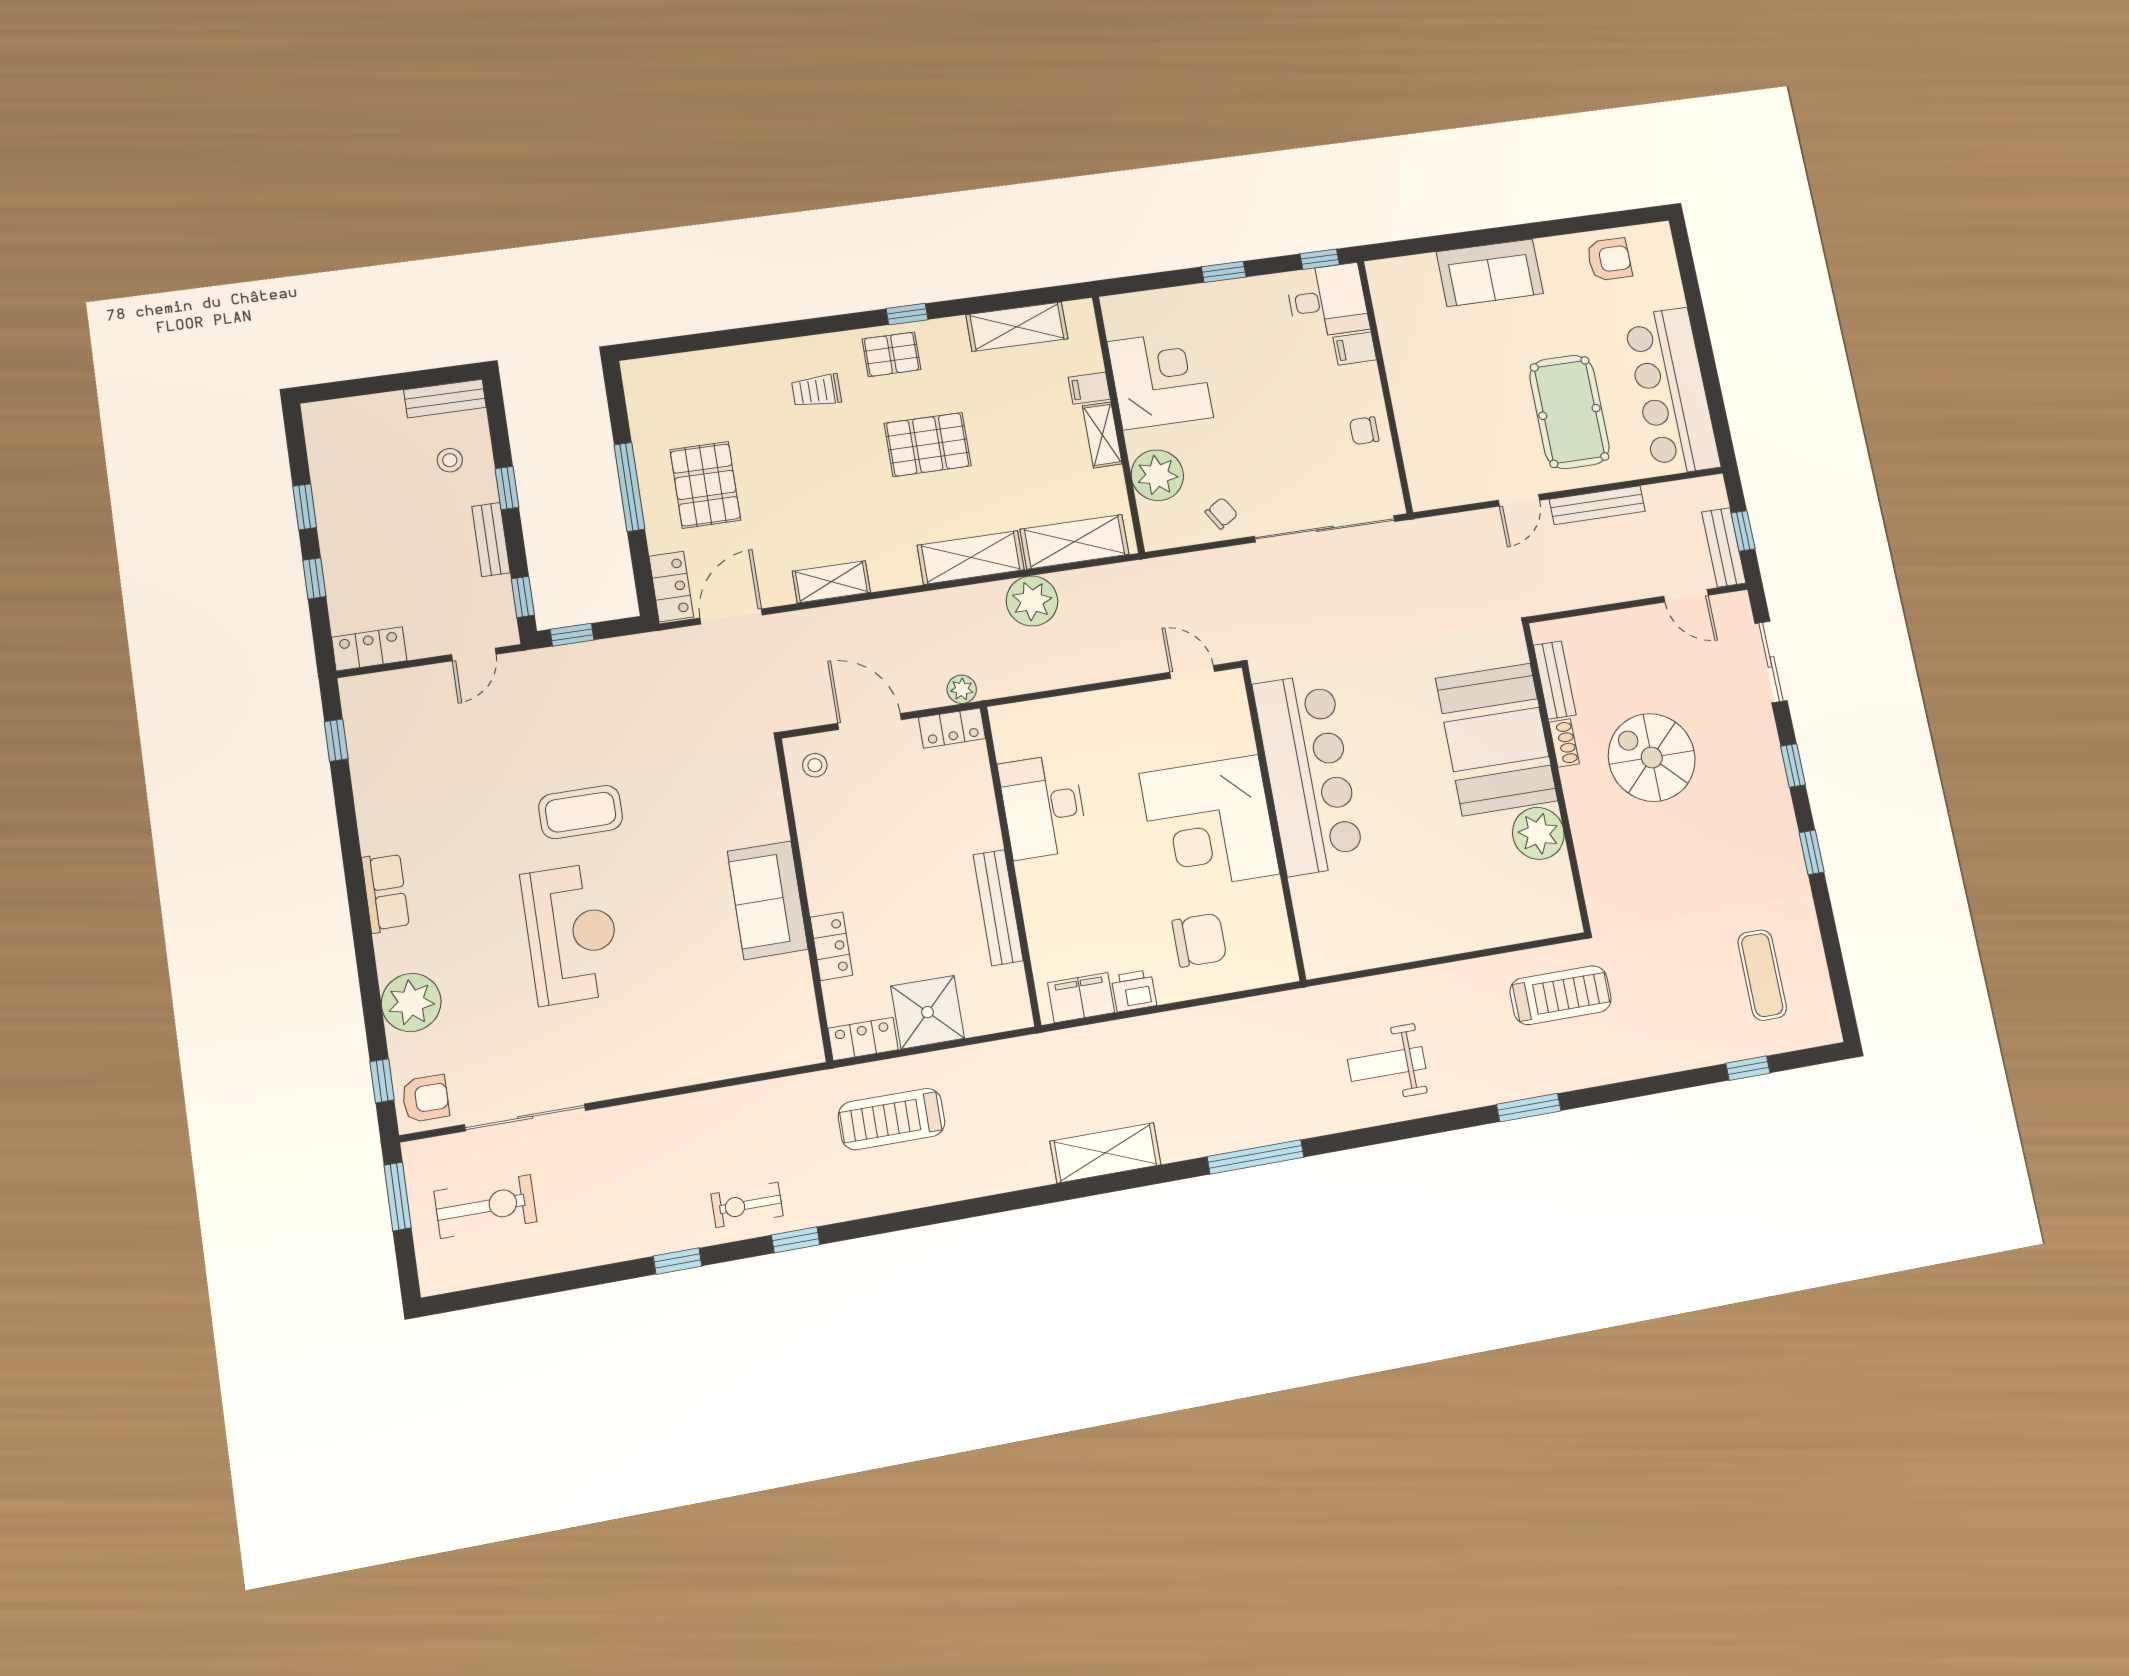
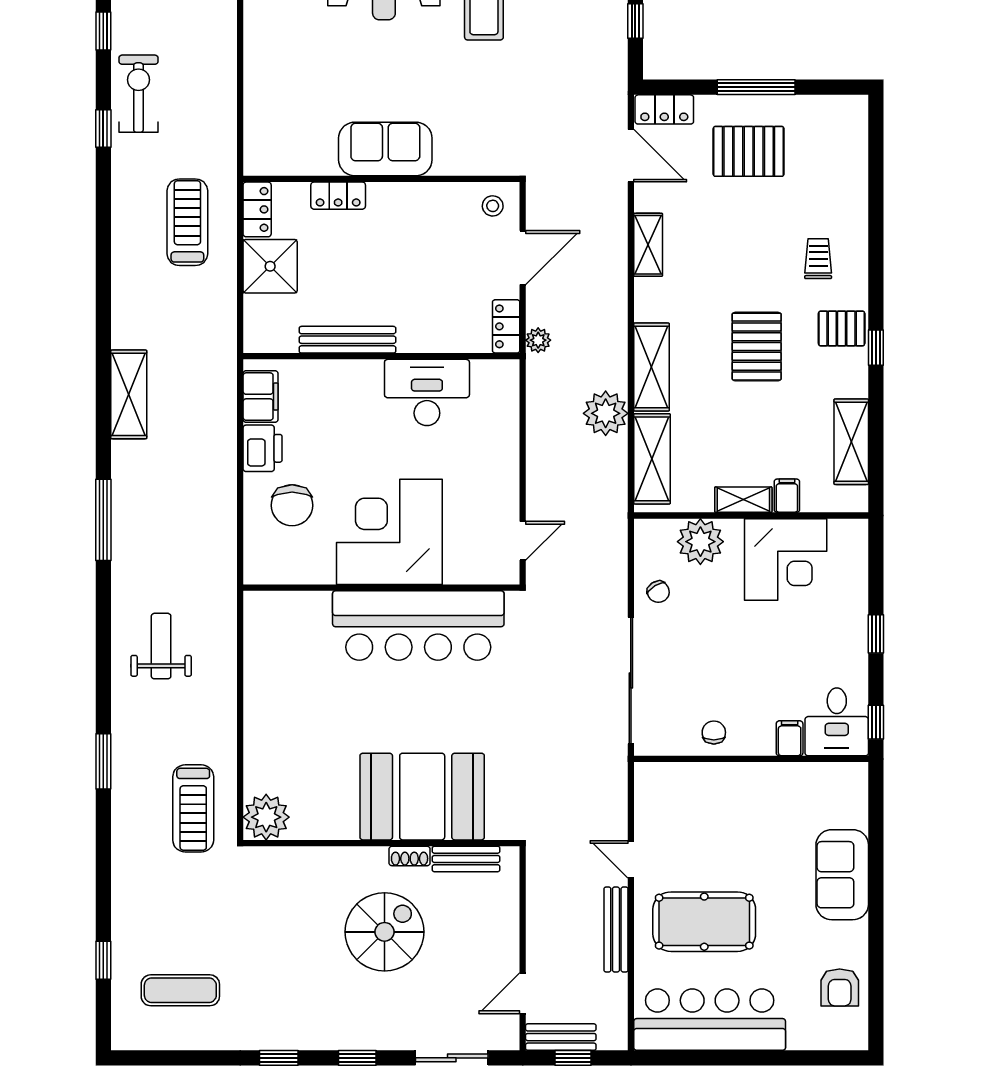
pallet: (892, 354) -> (842, 328), turned 90
plant: (1538, 833) -> (266, 817), moved
printer: (1134, 991) -> (263, 448), width x1.36, depth x1.24
exercise bike: (747, 1205) -> (138, 94), width x1.38, depth x1.39

